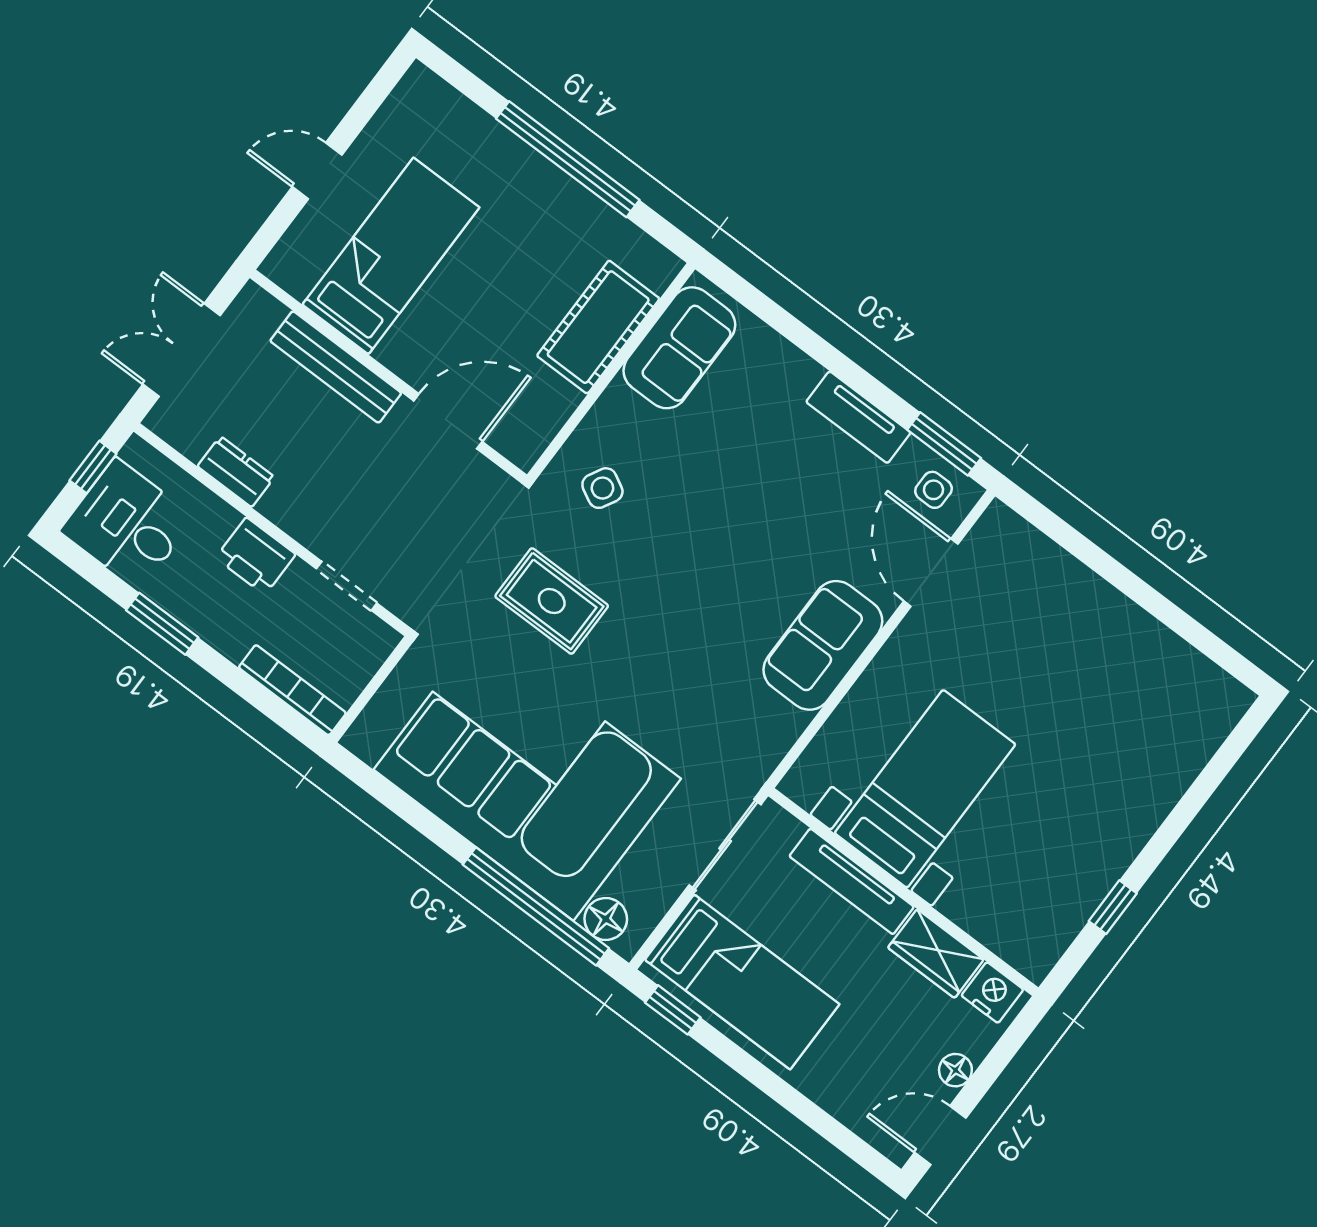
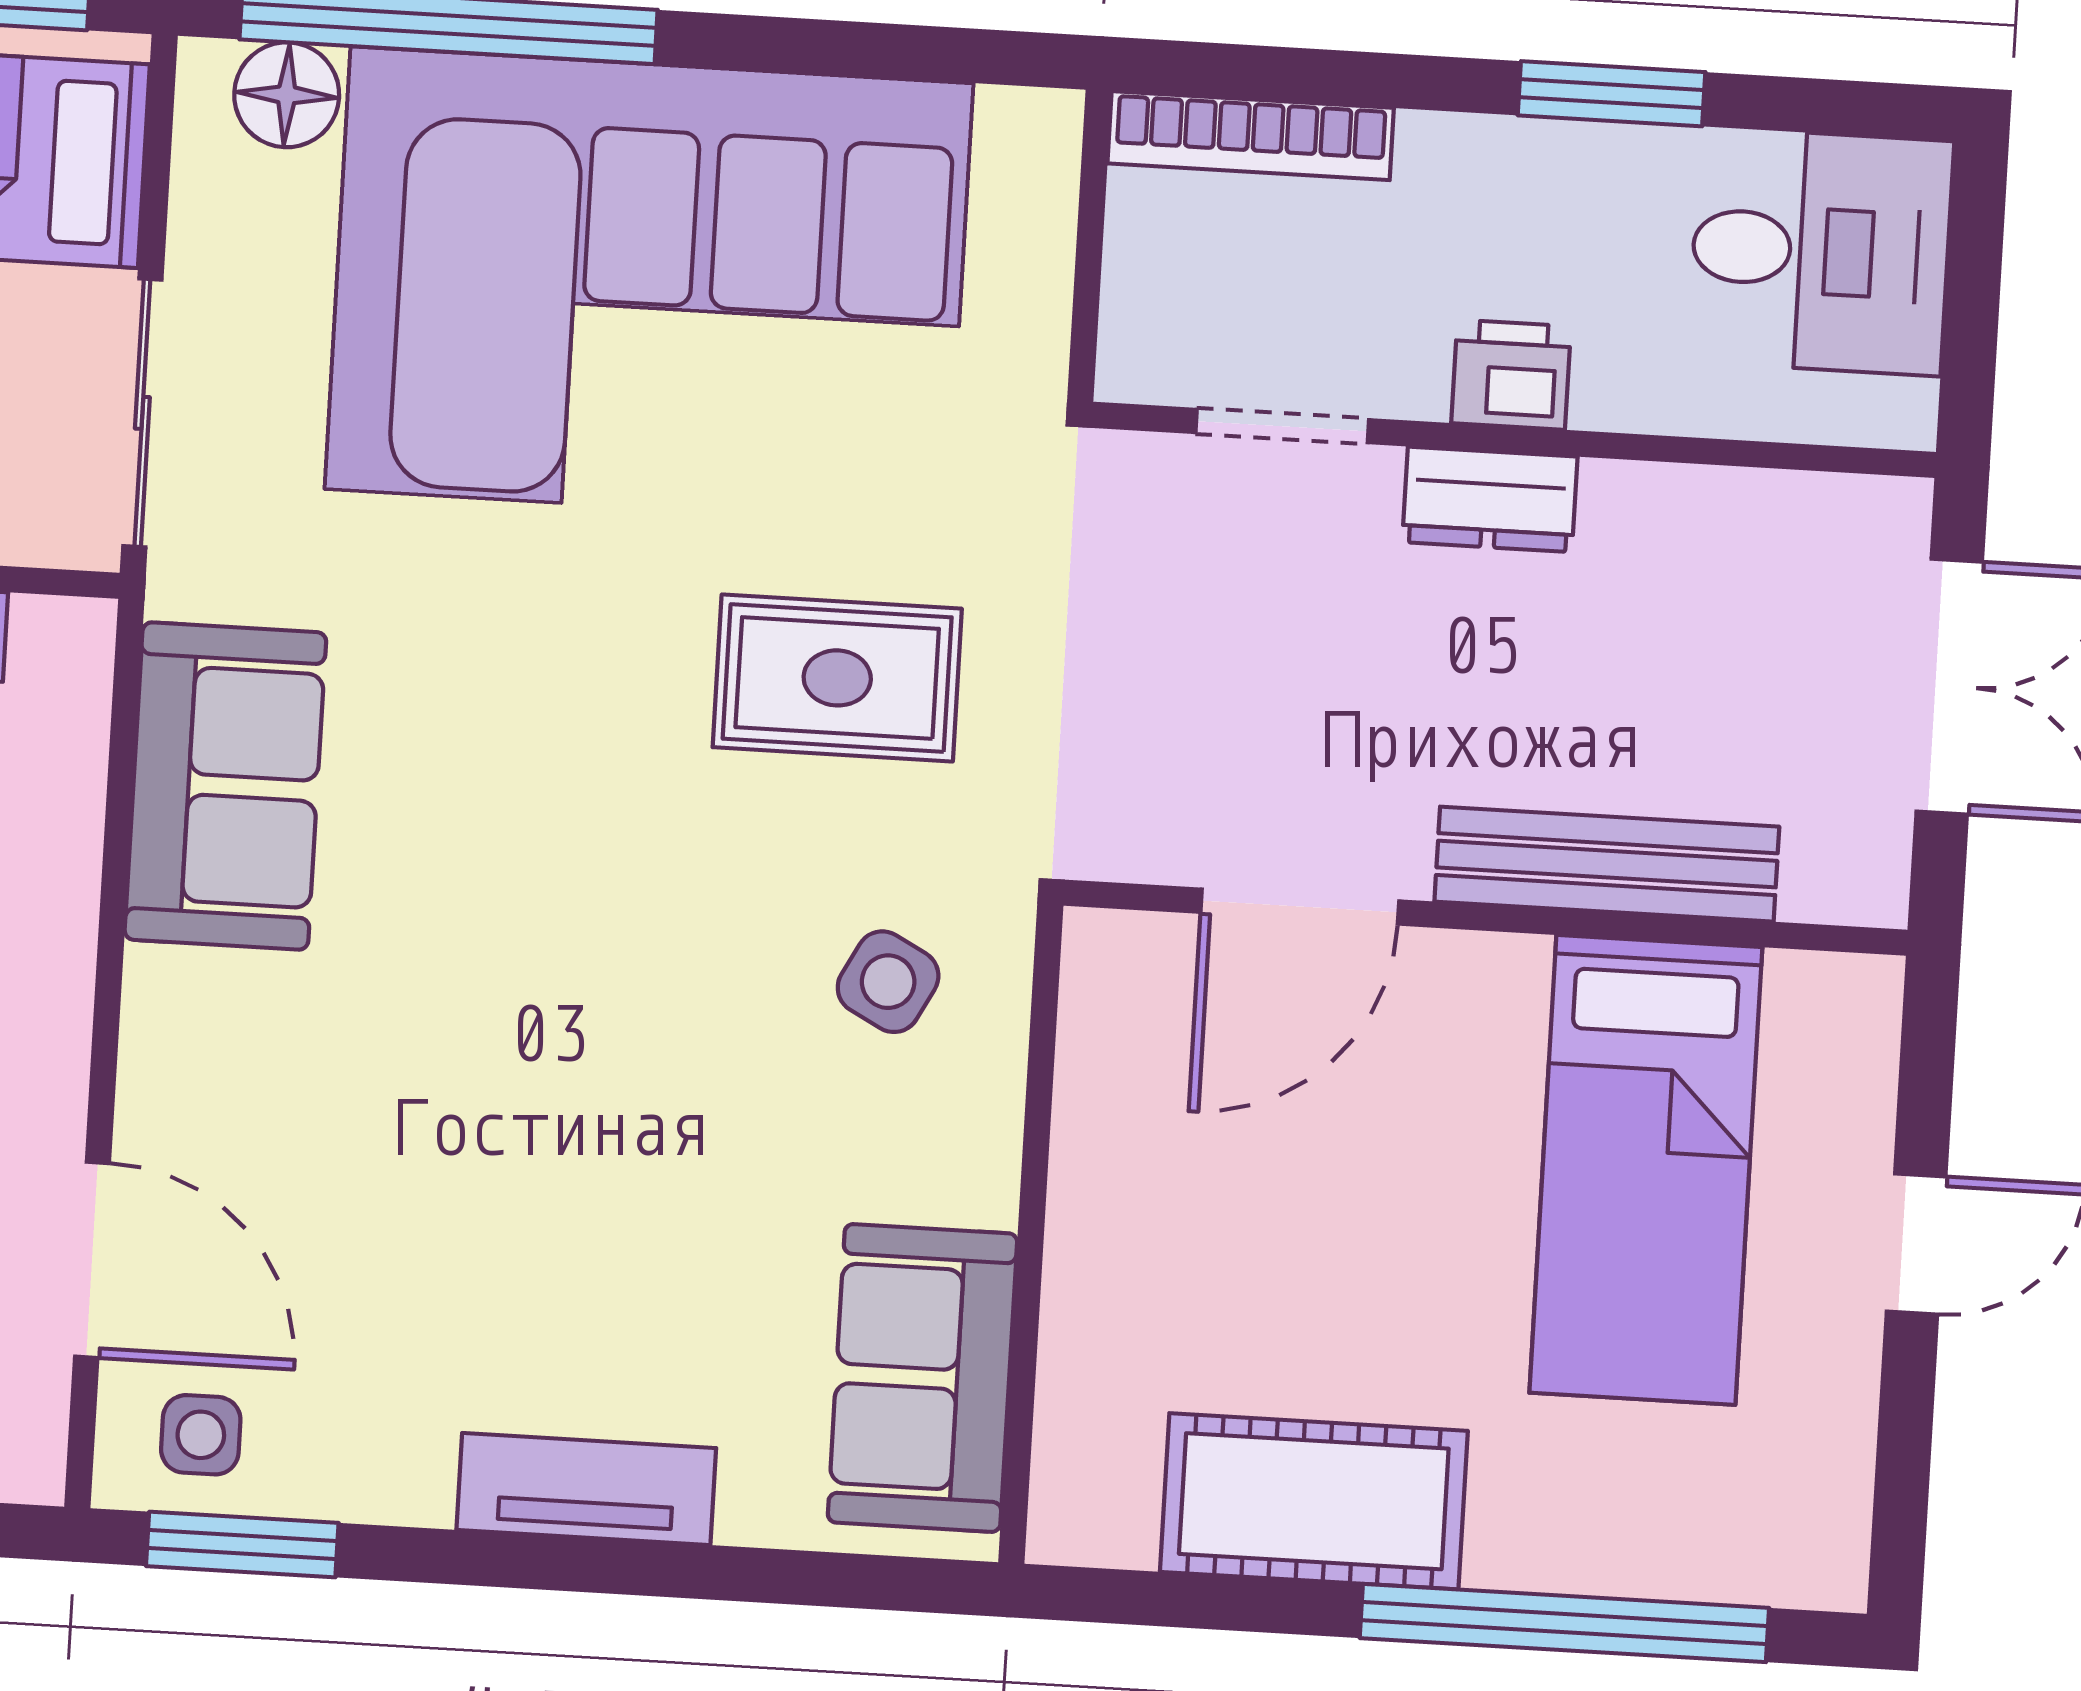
window: (568, 159) -> (1564, 1623), moved
cot: (598, 327) -> (1314, 1501), moved, turned 90
tv unit: (858, 417) -> (586, 1489), moved
window: (93, 467) -> (1971, 322), removed
dresser: (236, 472) -> (1490, 499), moved
printer: (256, 556) -> (1511, 375), width x0.73, depth x0.81
sofa: (823, 645) -> (225, 786), moved

